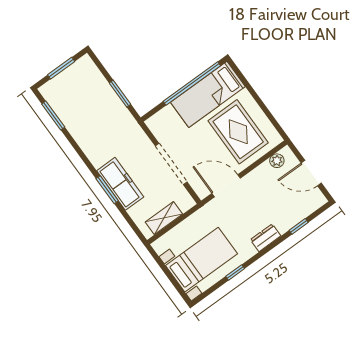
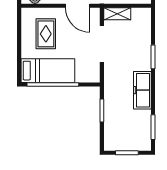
rug: (238, 132) -> (46, 34), width x0.73, depth x0.70
freezer: (120, 184) -> (142, 90), moved
shelving: (164, 218) -> (117, 14), moved

